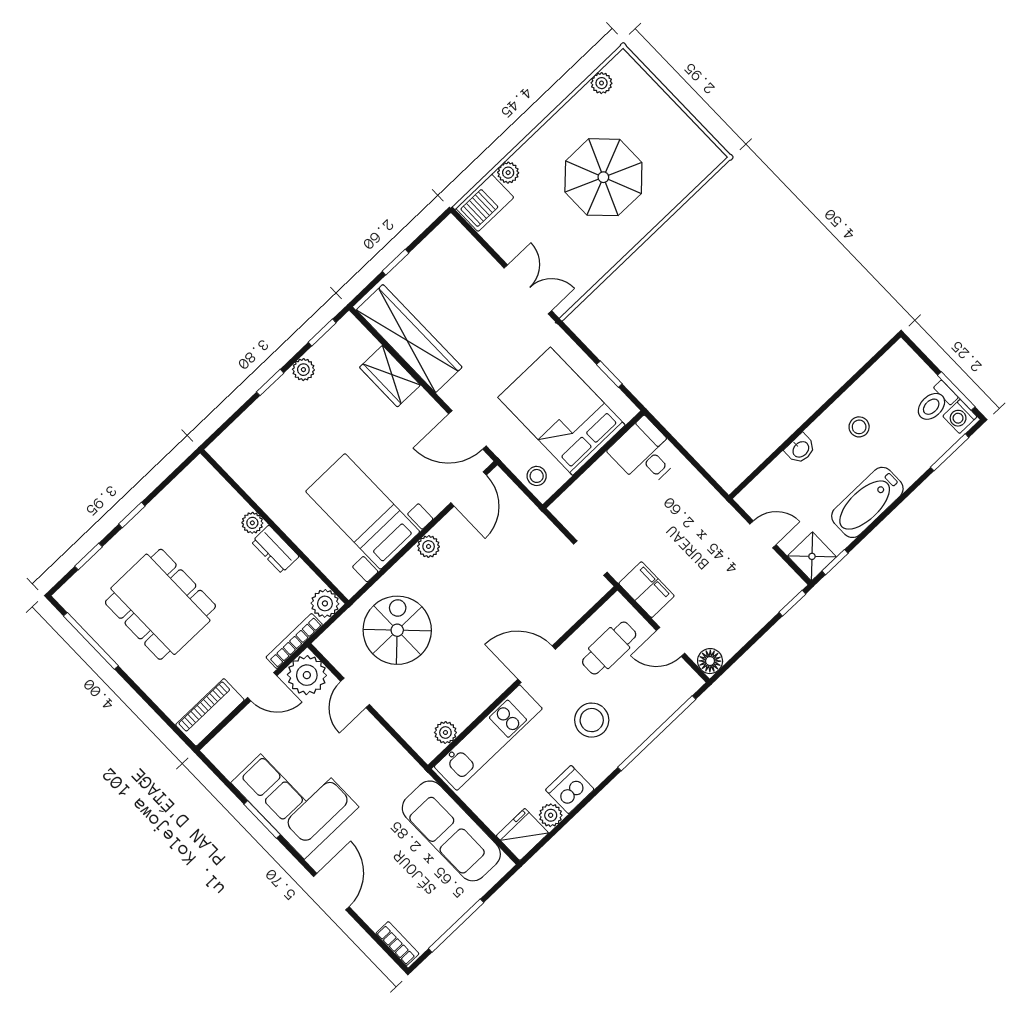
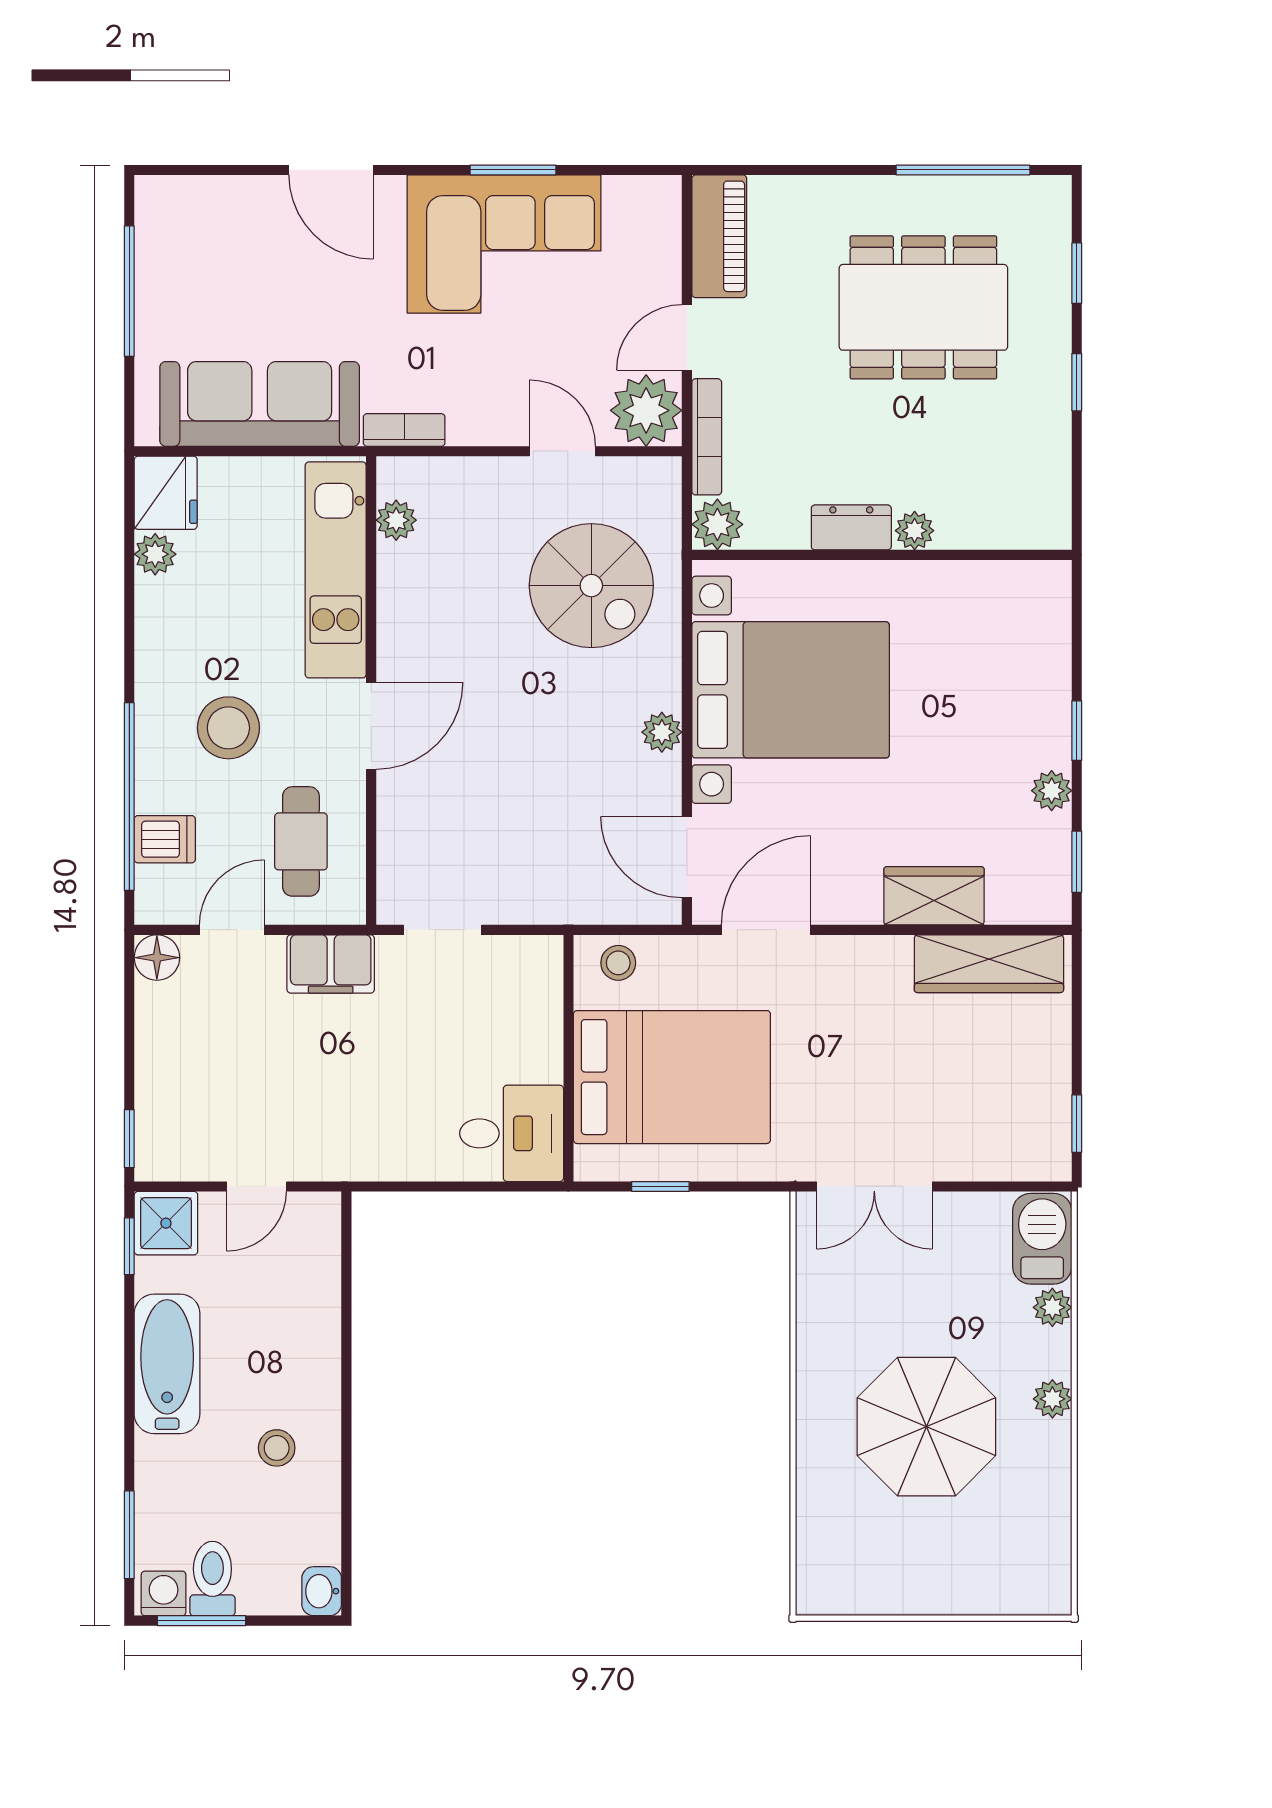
plant: (602, 83) -> (1052, 1399), moved
window: (396, 262) -> (1077, 1124), moved
wardrobe: (409, 339) -> (989, 964), width x0.71, depth x0.85
washbasin: (800, 449) -> (322, 1591), moved
bed with nightstands: (363, 511) -> (791, 690), width x1.36
dishwasher: (570, 790) -> (165, 839), moved, width x0.73
bookcase: (397, 944) -> (404, 430), moved, turned 180

